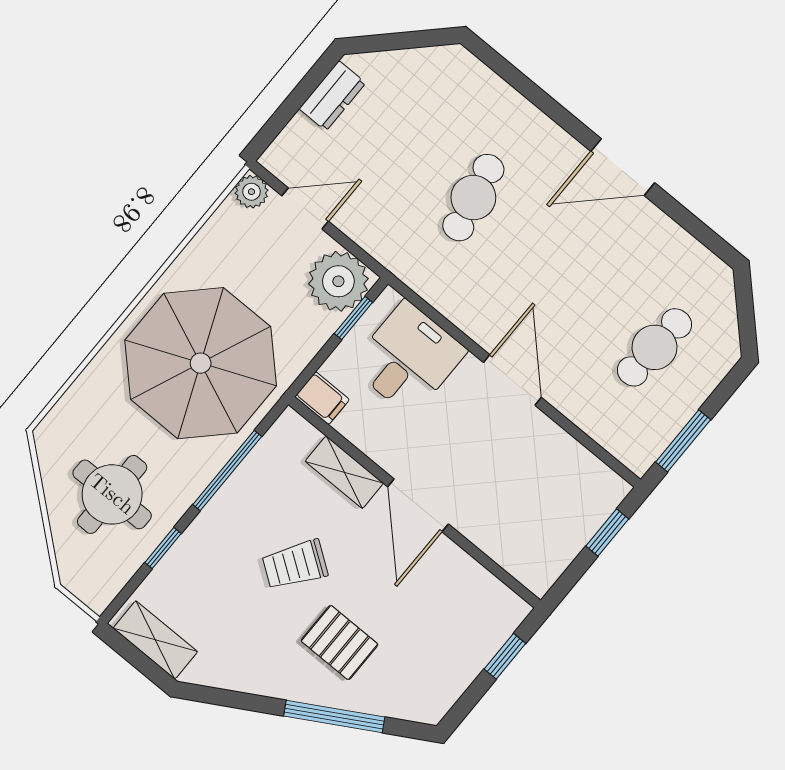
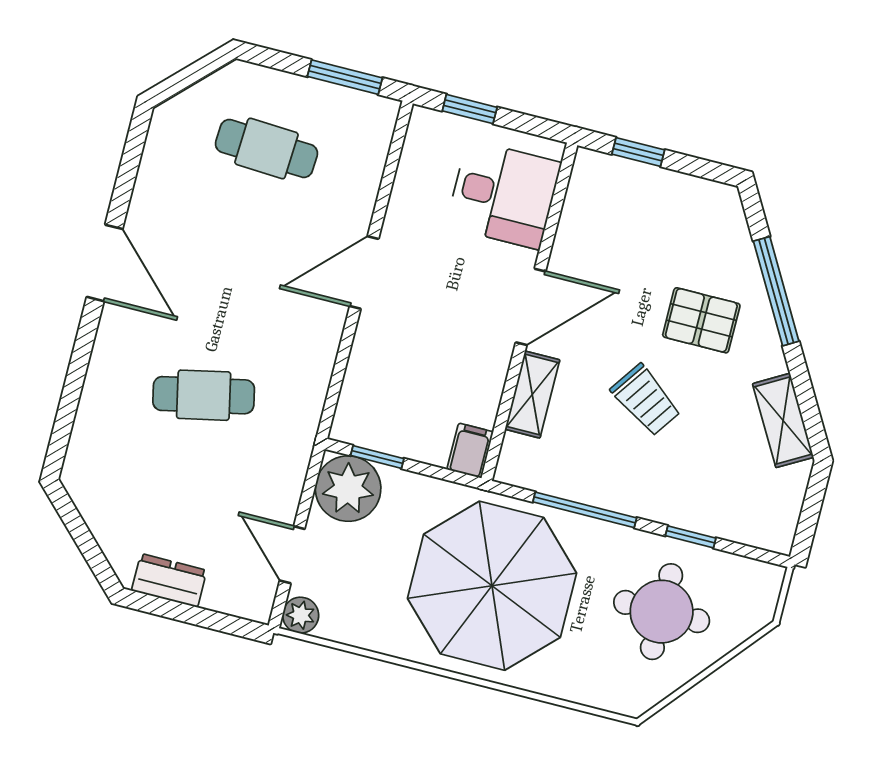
desk: (408, 358) -> (504, 194), moved, turned 180
shelving: (155, 640) -> (783, 420), moved, turned -30
pallet: (340, 643) -> (701, 320), turned 90

